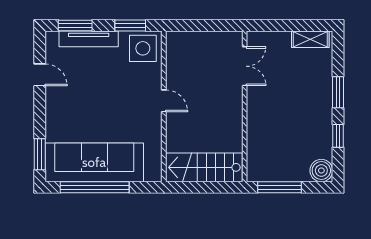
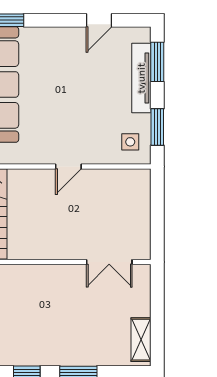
side table: (143, 48) -> (130, 142), width x0.54, depth x0.54

